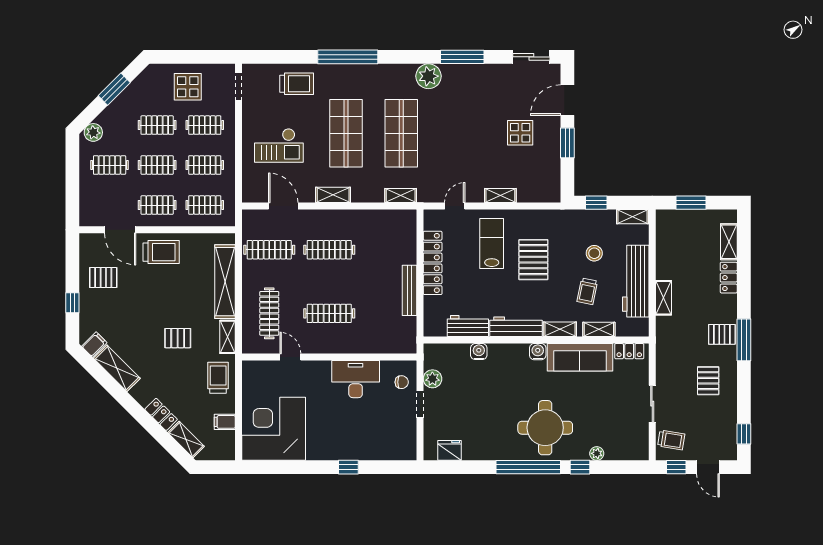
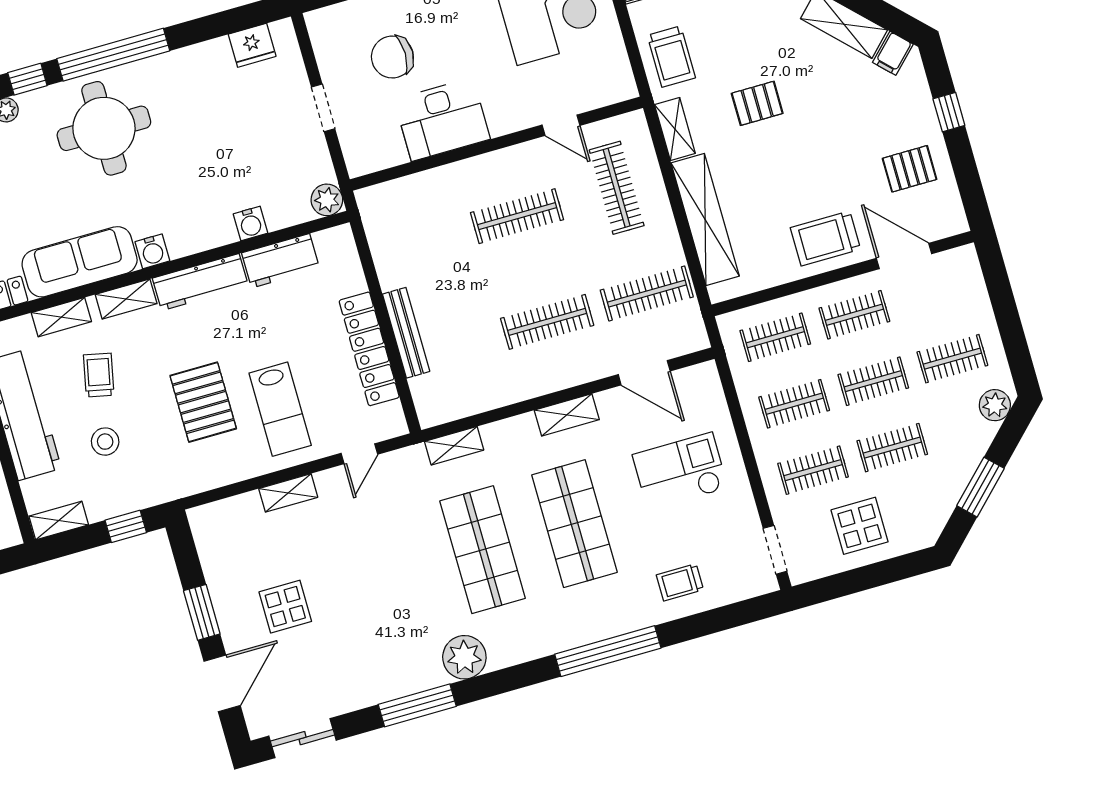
trolley: (297, 84) -> (680, 582), width x0.73, depth x0.72
bench: (409, 290) -> (406, 333), moved
plant: (432, 379) -> (327, 200), moved
chair: (402, 382) -> (392, 57), moved, width x1.87, depth x1.87

